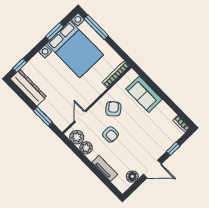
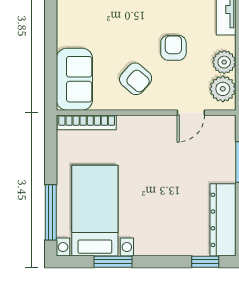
bed with nightstands: (75, 49) -> (95, 211), width x0.73
sofa: (144, 94) -> (74, 79), moved
armchair: (113, 109) -> (136, 79), turned -98

